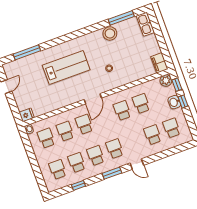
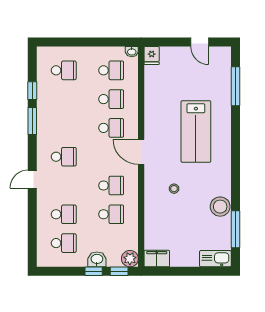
school desk: (96, 156) -> (64, 128), removed
school desk: (77, 163) -> (64, 99), removed
window: (112, 173) -> (32, 121), moved

